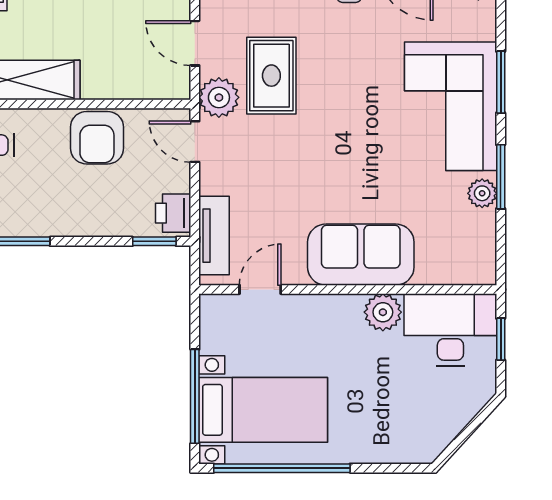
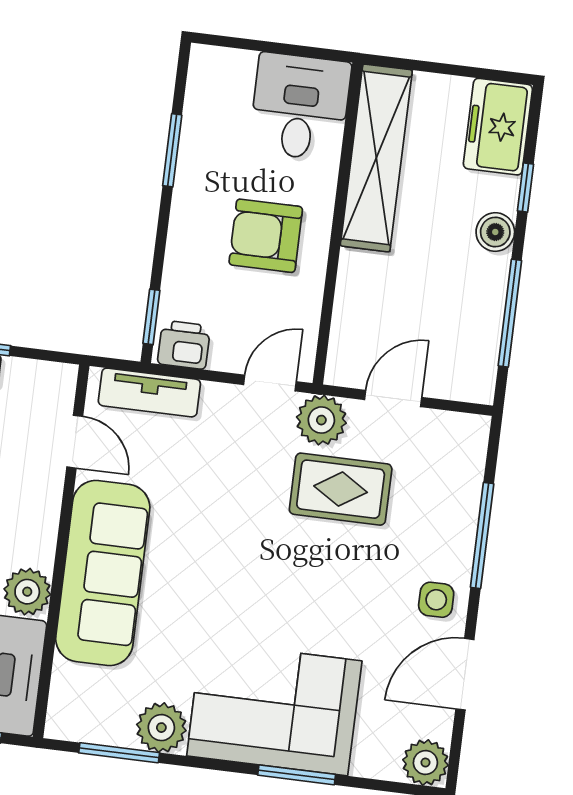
armchair: (97, 138) -> (266, 236), moved
window: (501, 177) -> (119, 753), moved
plant: (482, 193) -> (161, 728), width x1.38, depth x1.38
sofa: (361, 255) -> (103, 573), width x1.36

